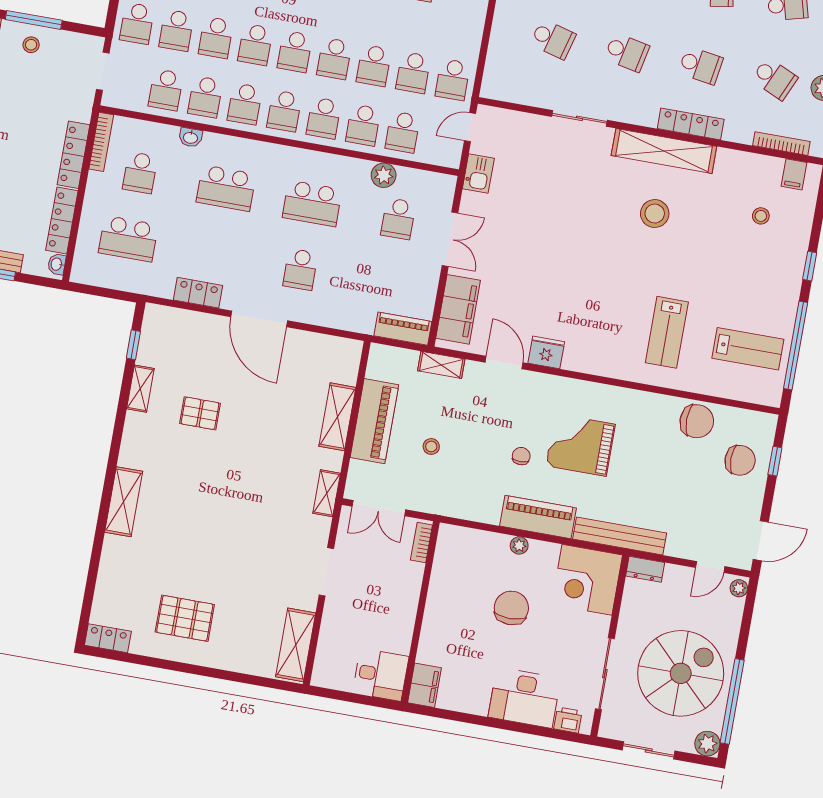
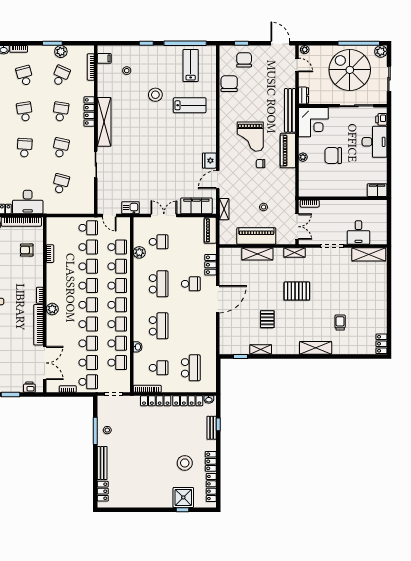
stool: (655, 214) -> (155, 95), moved
locker: (198, 293) -> (210, 265), moved
trolley: (167, 561) -> (340, 322), added
pallet: (185, 618) -> (297, 291), moved, turned 90
desk: (381, 675) -> (358, 232), moved, turned 180

